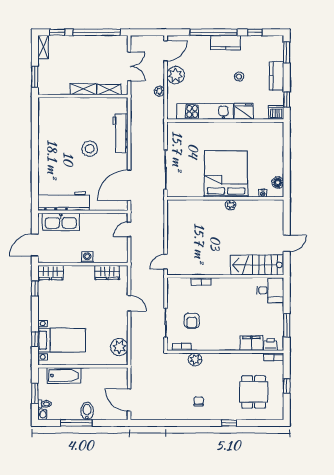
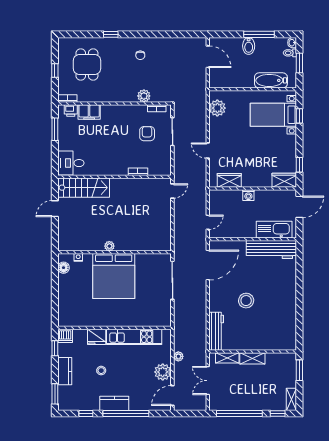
workbench: (121, 133) -> (216, 331), moved

